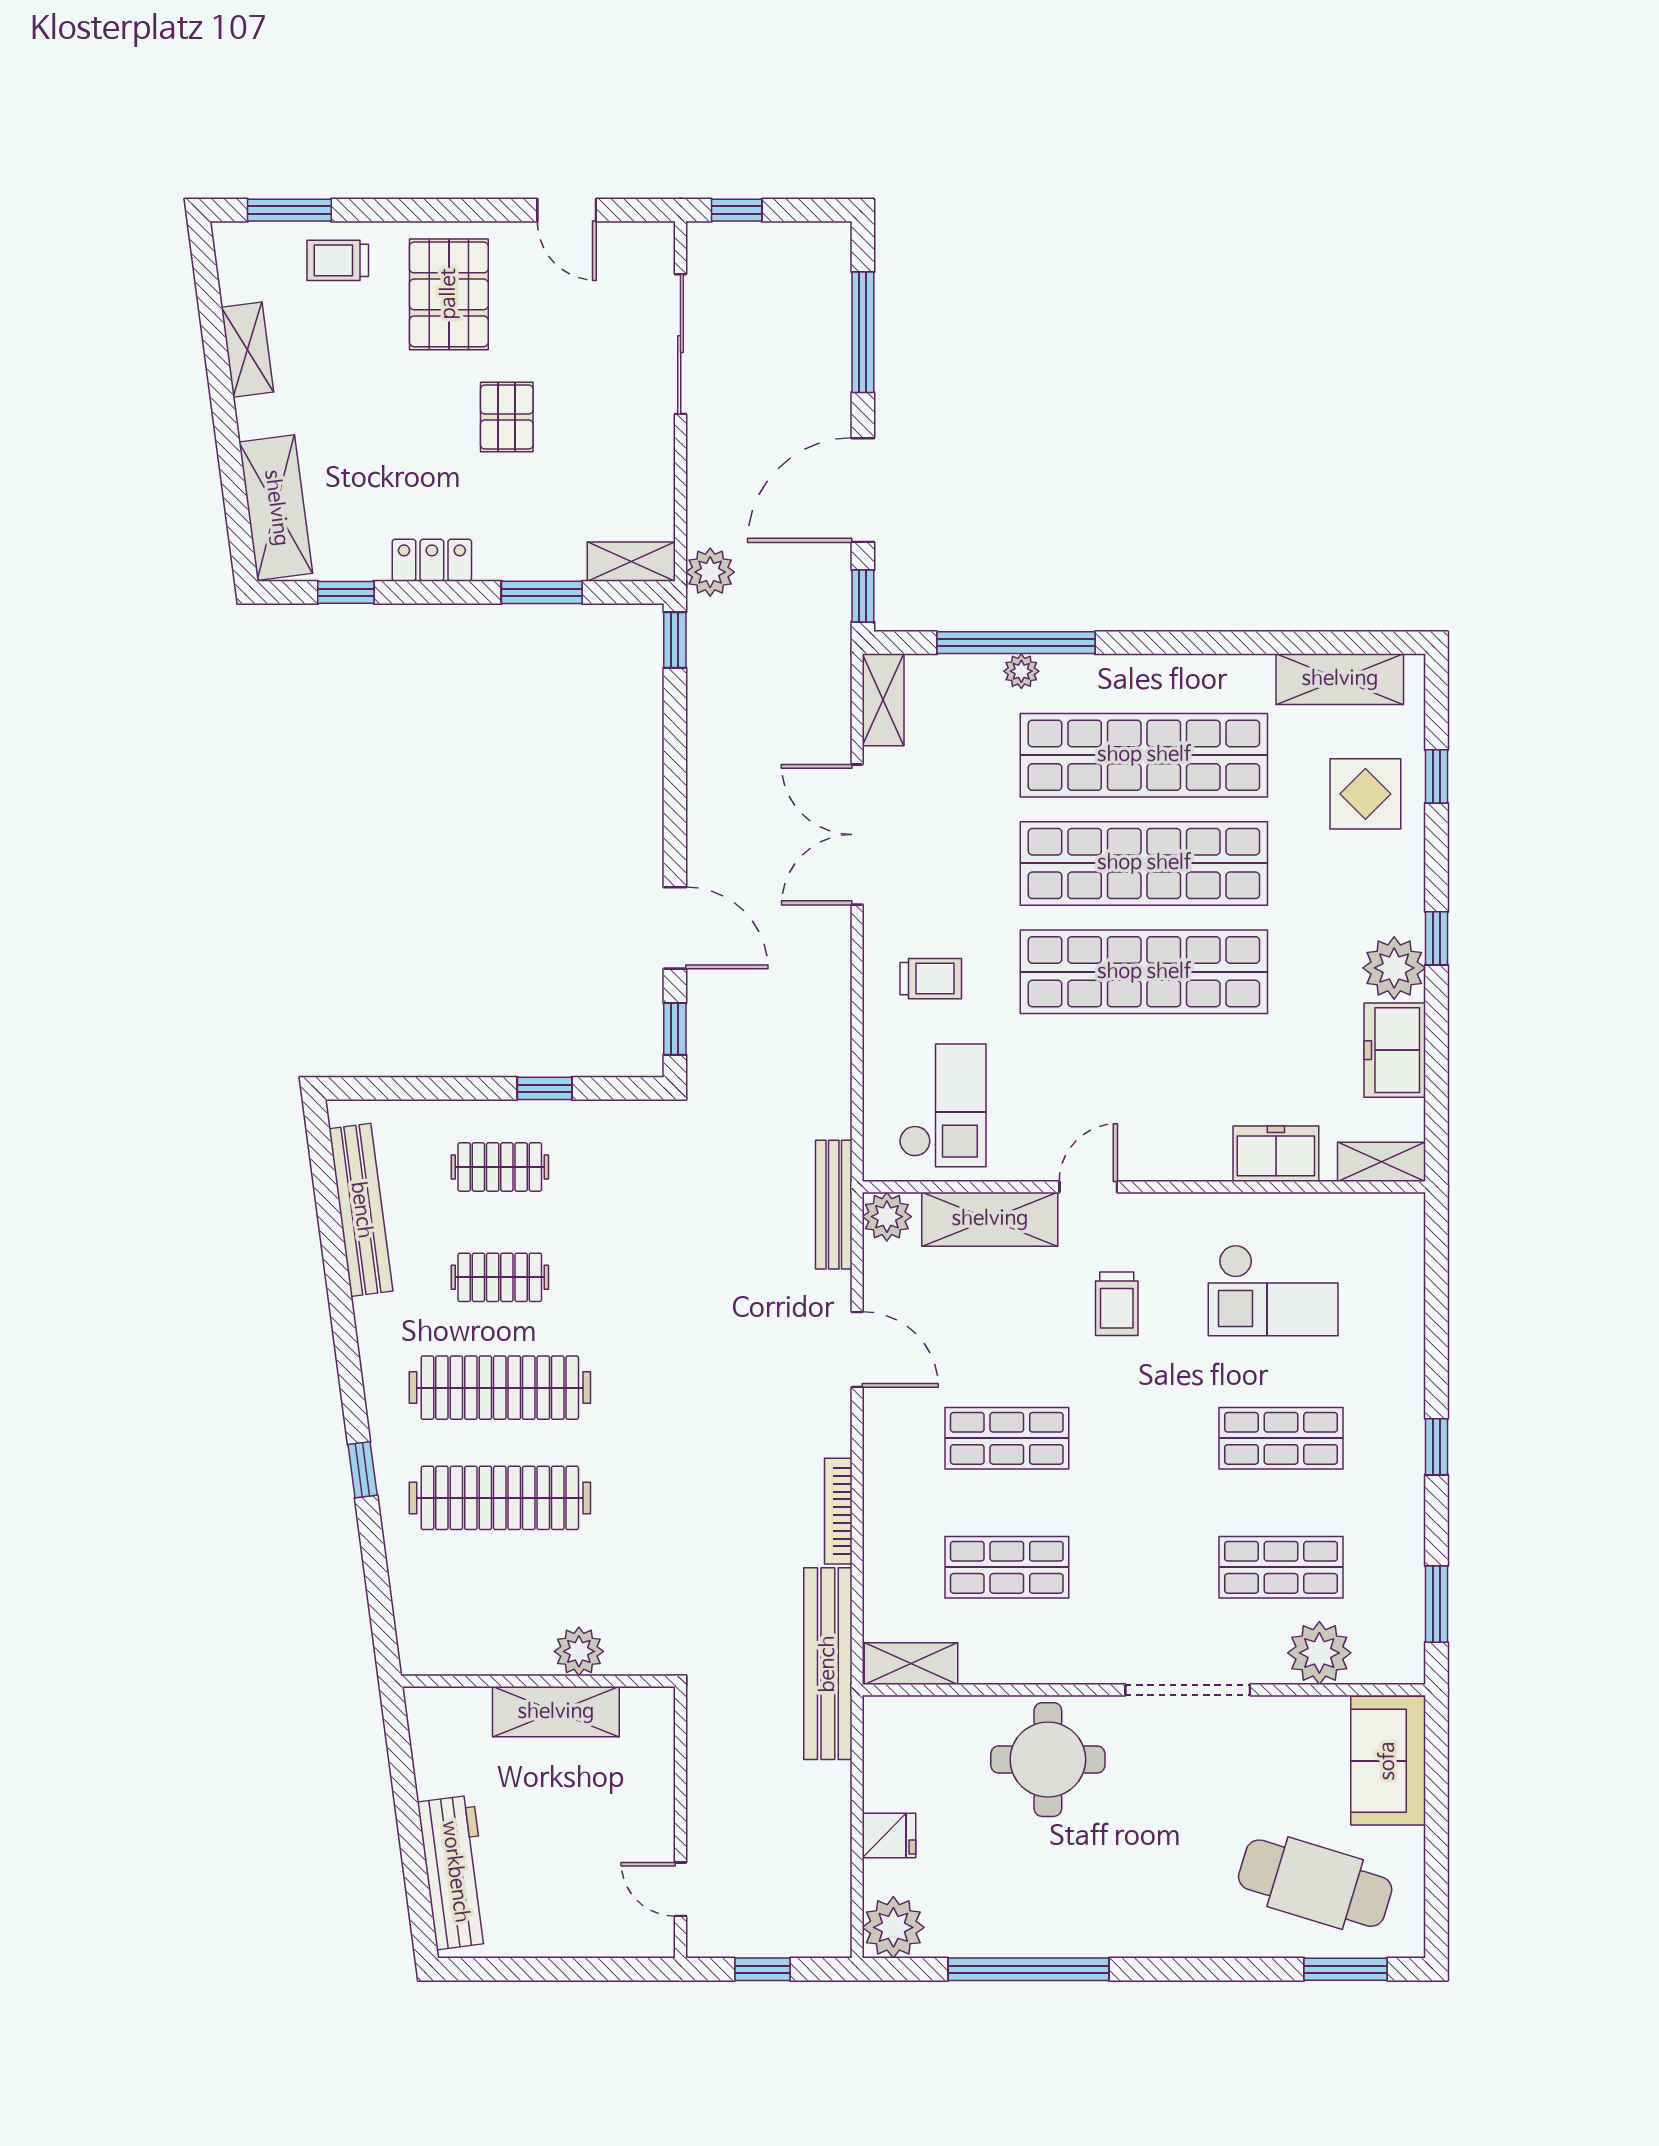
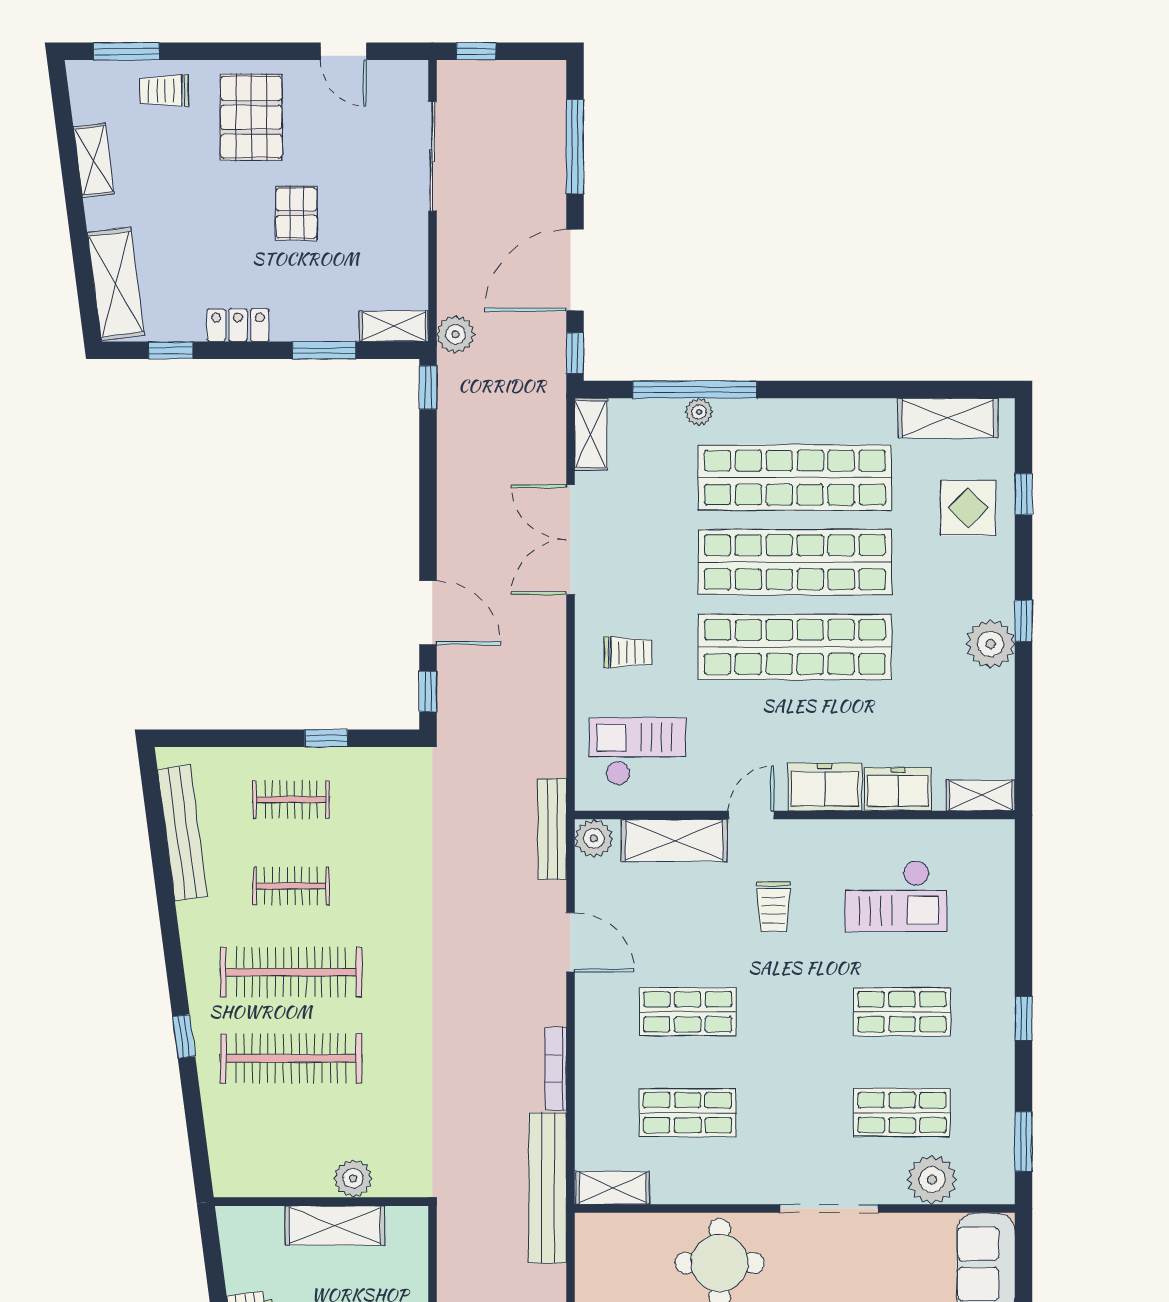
freezer: (1395, 1050) -> (825, 787), moved, turned 90
checkout: (943, 1105) -> (637, 751), turned -90

